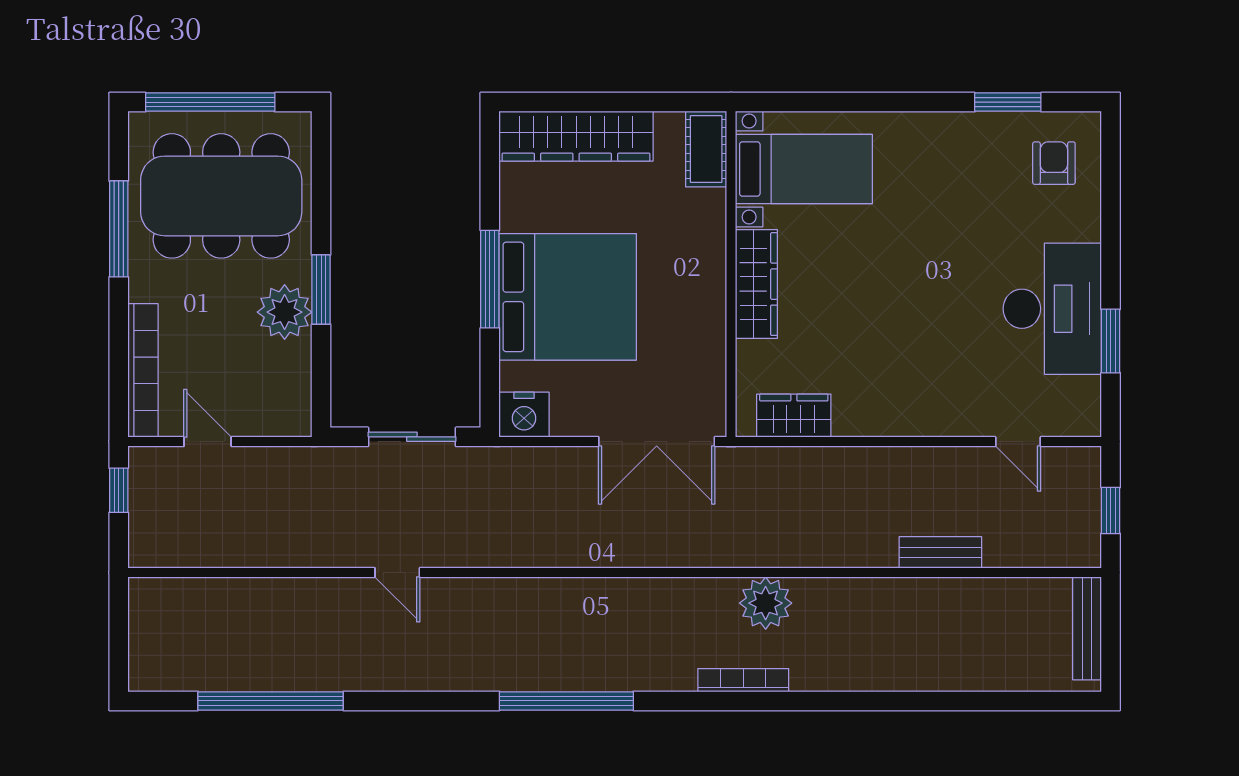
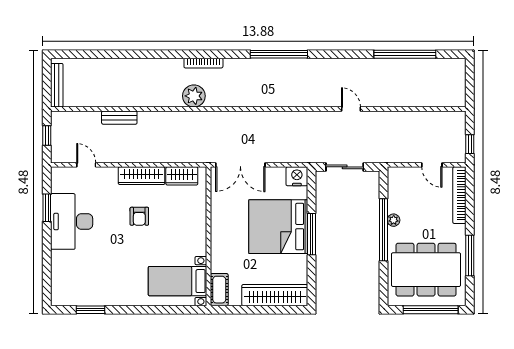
armchair: (1054, 163) -> (139, 216), moved
wardrobe: (756, 284) -> (142, 176), moved, turned -90
window: (321, 290) -> (383, 230), width x2.11
plant: (285, 312) -> (394, 220), width x0.53, depth x0.53
double door: (657, 442) -> (240, 165), swing flipped

